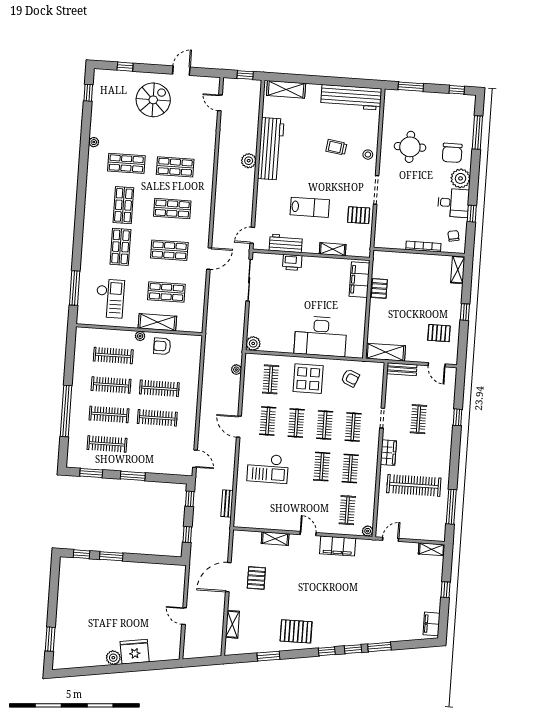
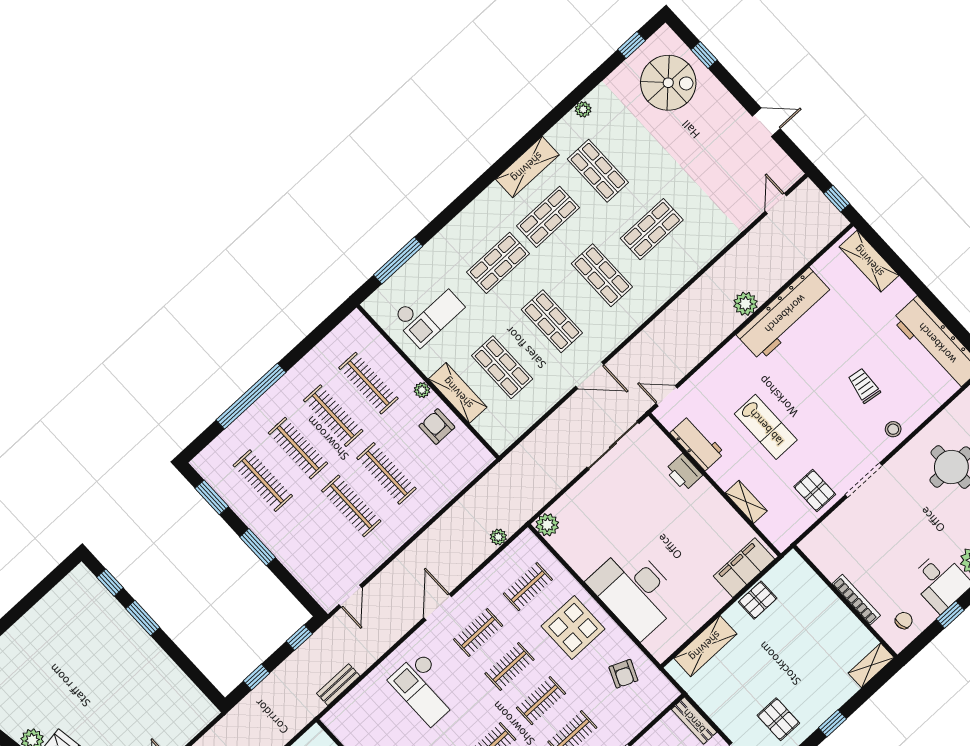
spiral stairs: (153, 100) -> (668, 83), moved
shop shelf: (175, 167) -> (652, 229), turned 90
shelving: (93, 191) -> (527, 167), added
shelving: (386, 352) -> (705, 646), moved, turned 90

